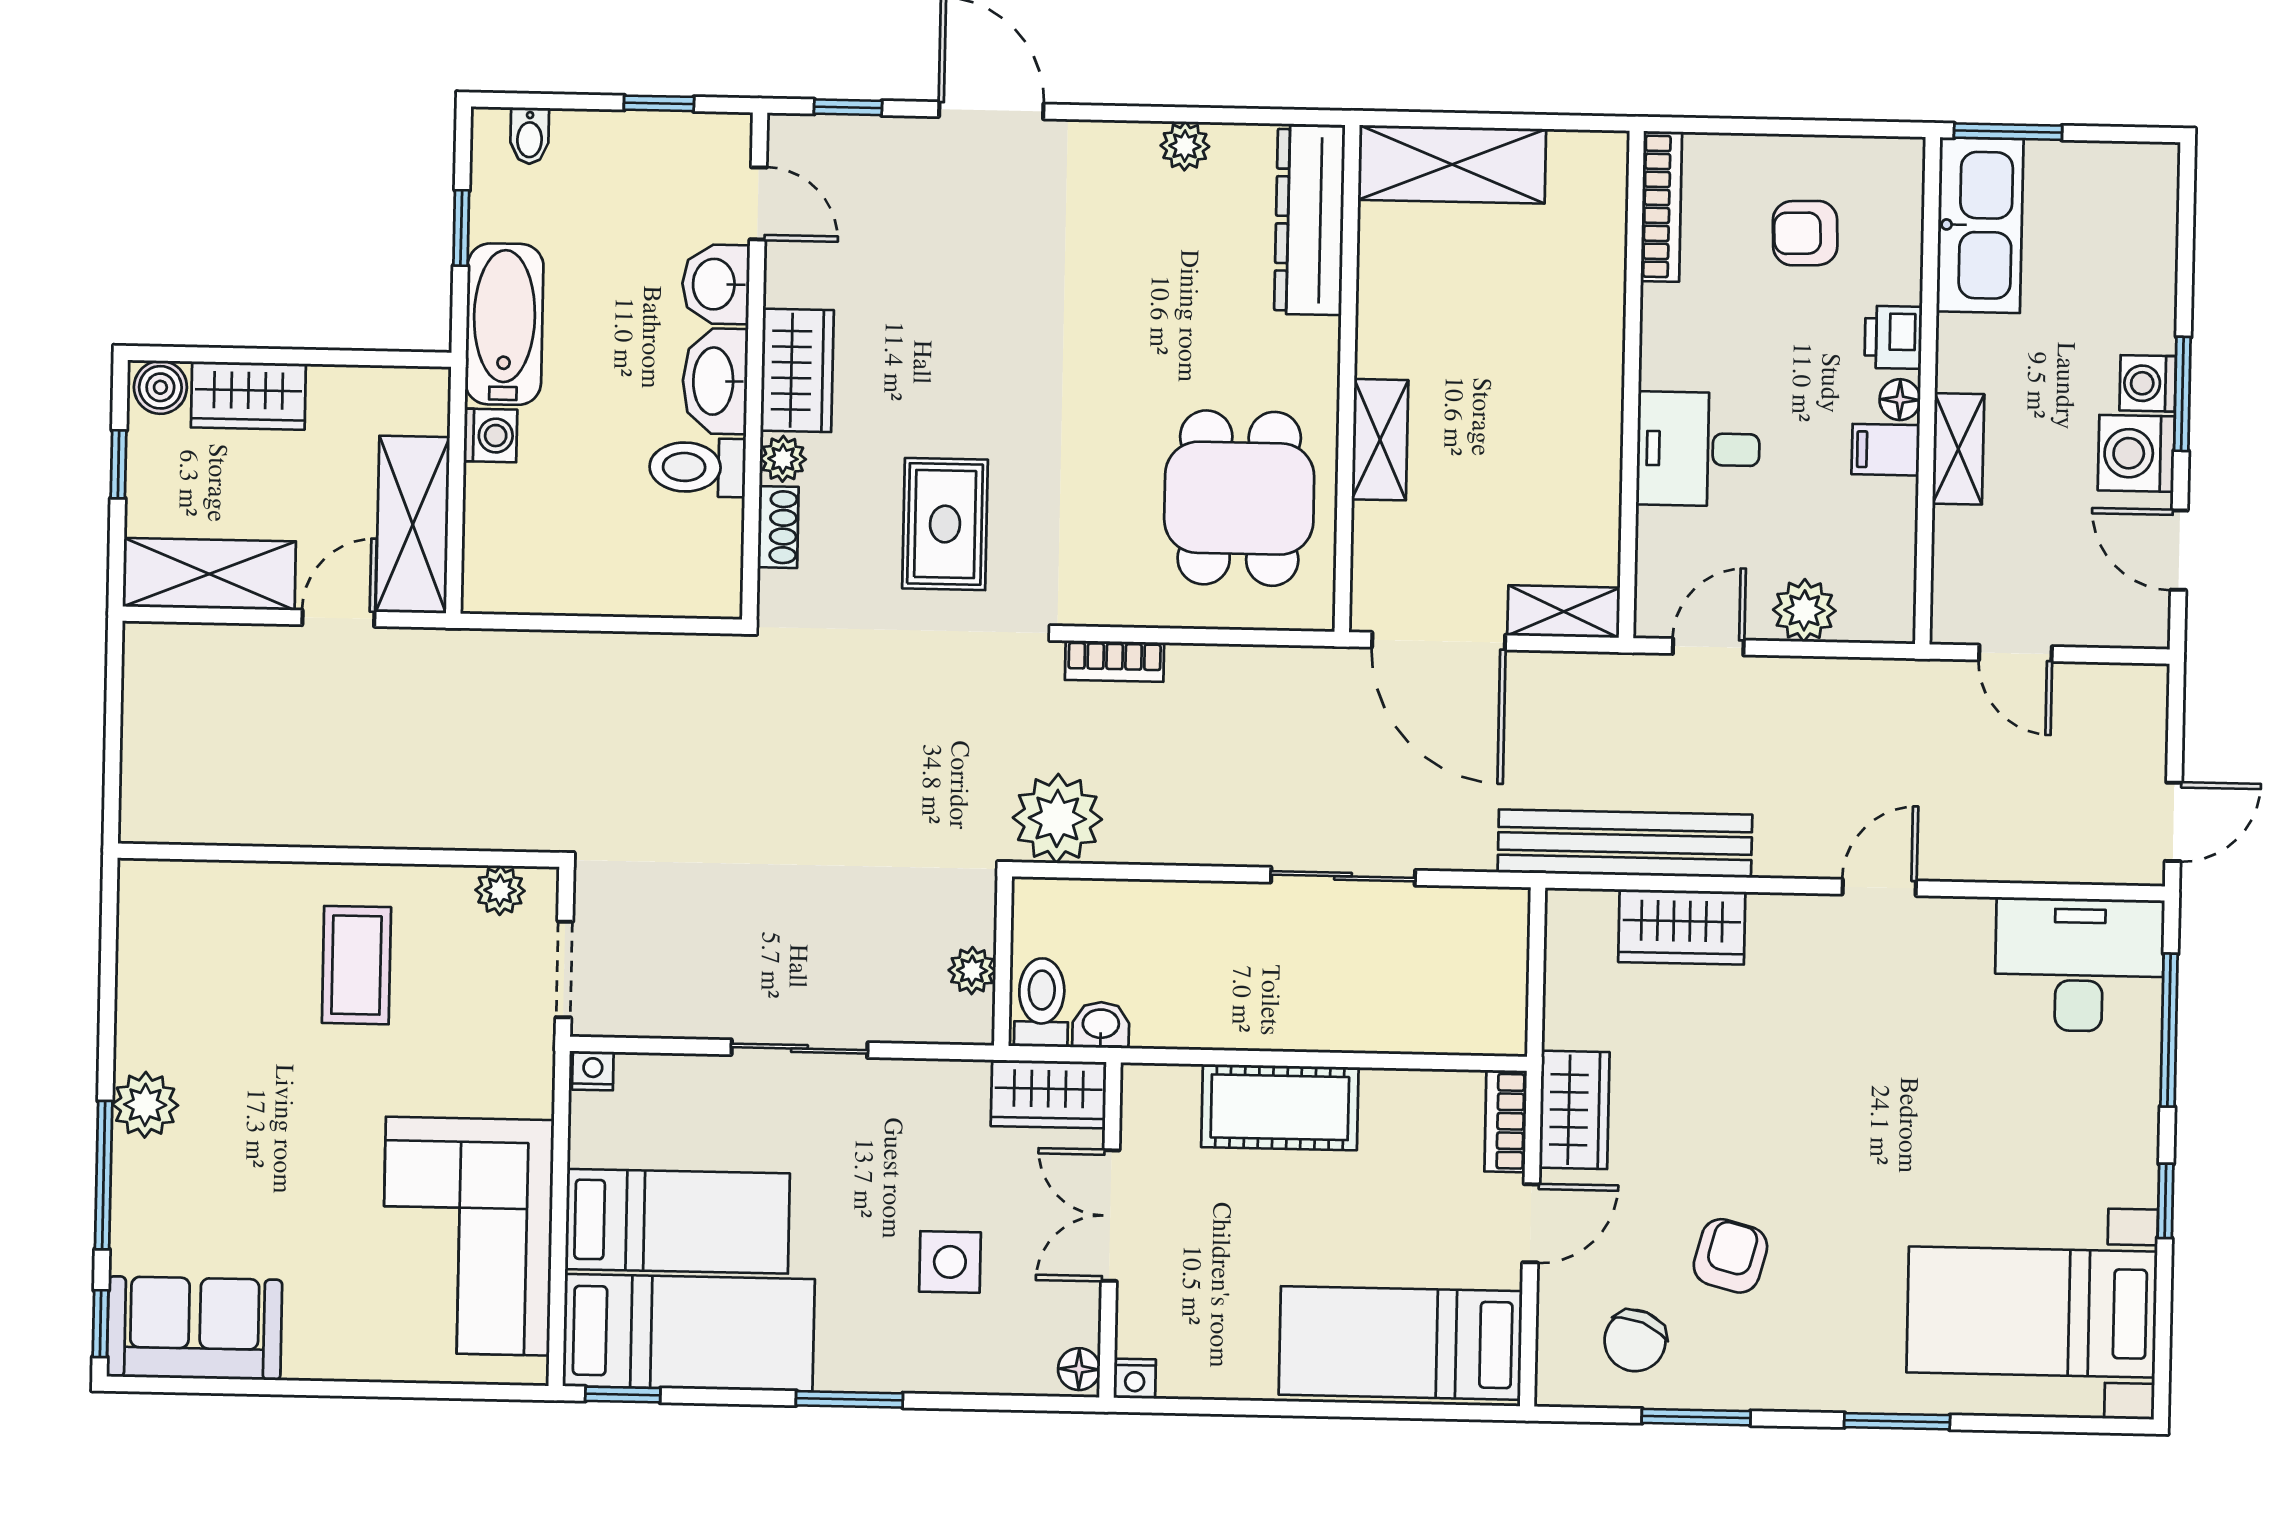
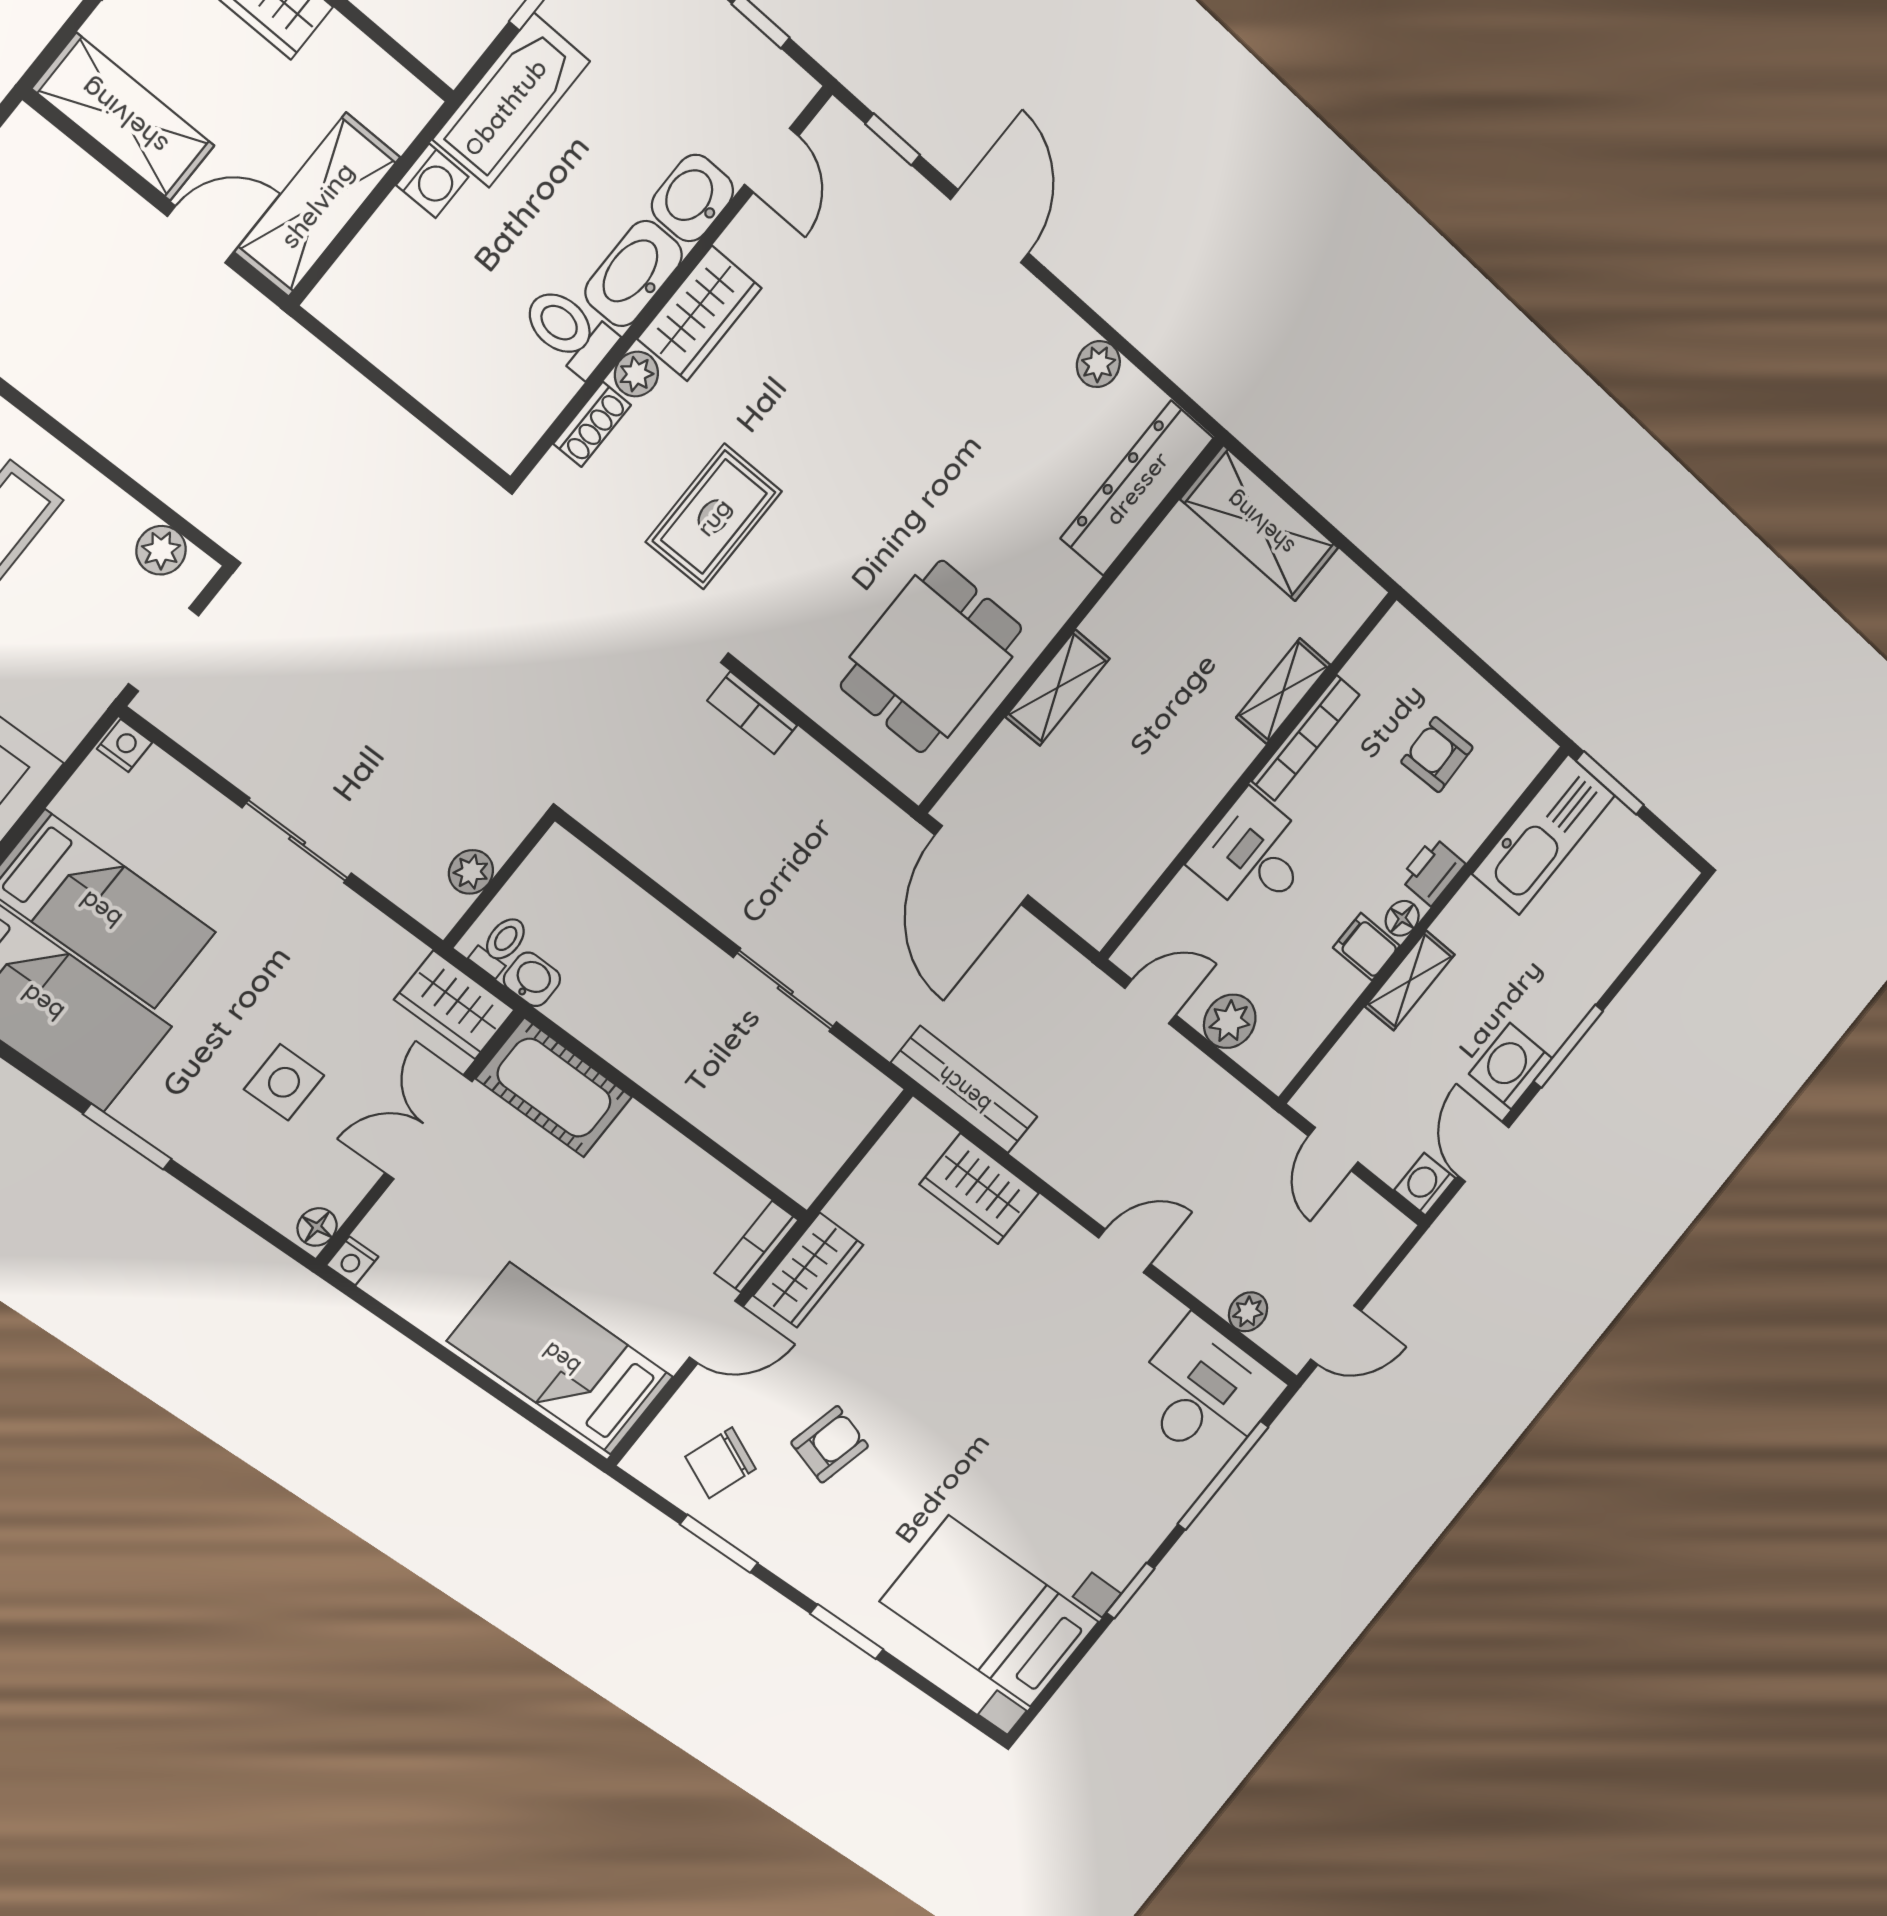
bookcase: (1661, 206) -> (1305, 738), moved
washing machine: (2148, 383) -> (1425, 1184), moved
shelving: (1564, 612) -> (1283, 691), moved, turned 90
plant: (1057, 818) -> (1248, 1312), moved, width x0.53, depth x0.53
bench: (1625, 844) -> (964, 1090), width x0.73, depth x0.82
toilet: (1042, 1002) -> (500, 945), width x0.73, depth x0.72
cot: (1280, 1107) -> (554, 1088), moved

